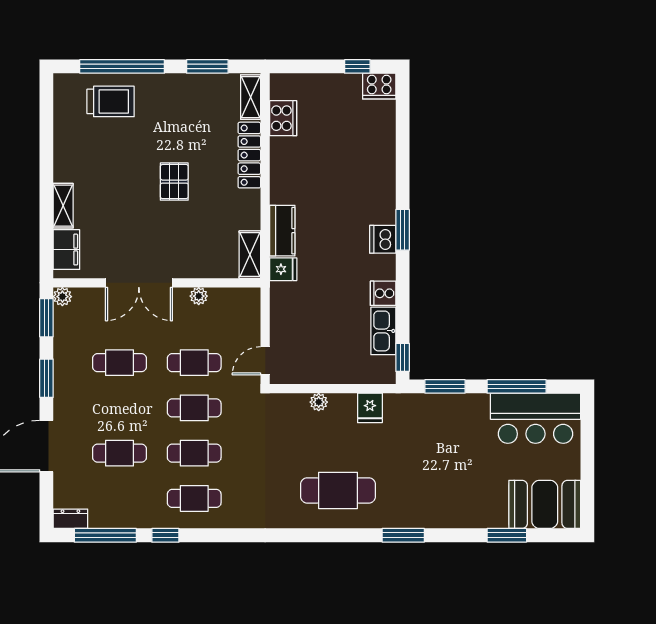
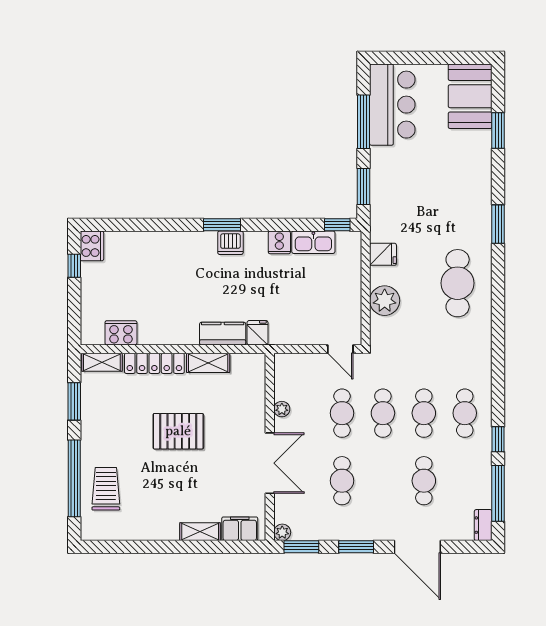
pallet: (174, 182) -> (178, 431), width x1.50, depth x1.42
shelving: (250, 255) -> (208, 363), moved
plant: (319, 402) -> (385, 301), width x1.88, depth x1.88

